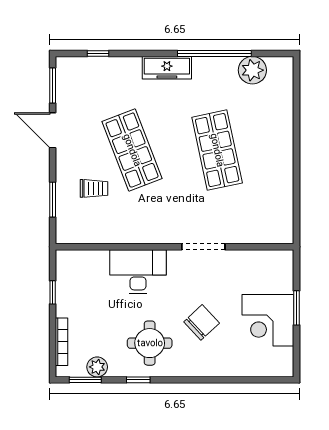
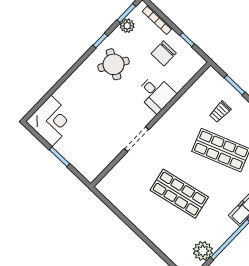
desk: (138, 272) -> (156, 93), width x0.73
corner desk: (268, 320) -> (51, 121), moved, turned 90
chair: (202, 322) -> (164, 53), moved, turned 43
round table: (150, 343) -> (114, 64), turned 31

